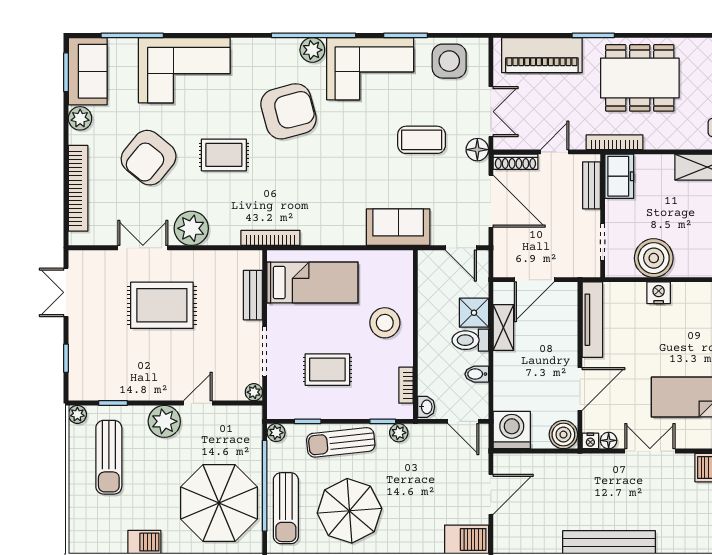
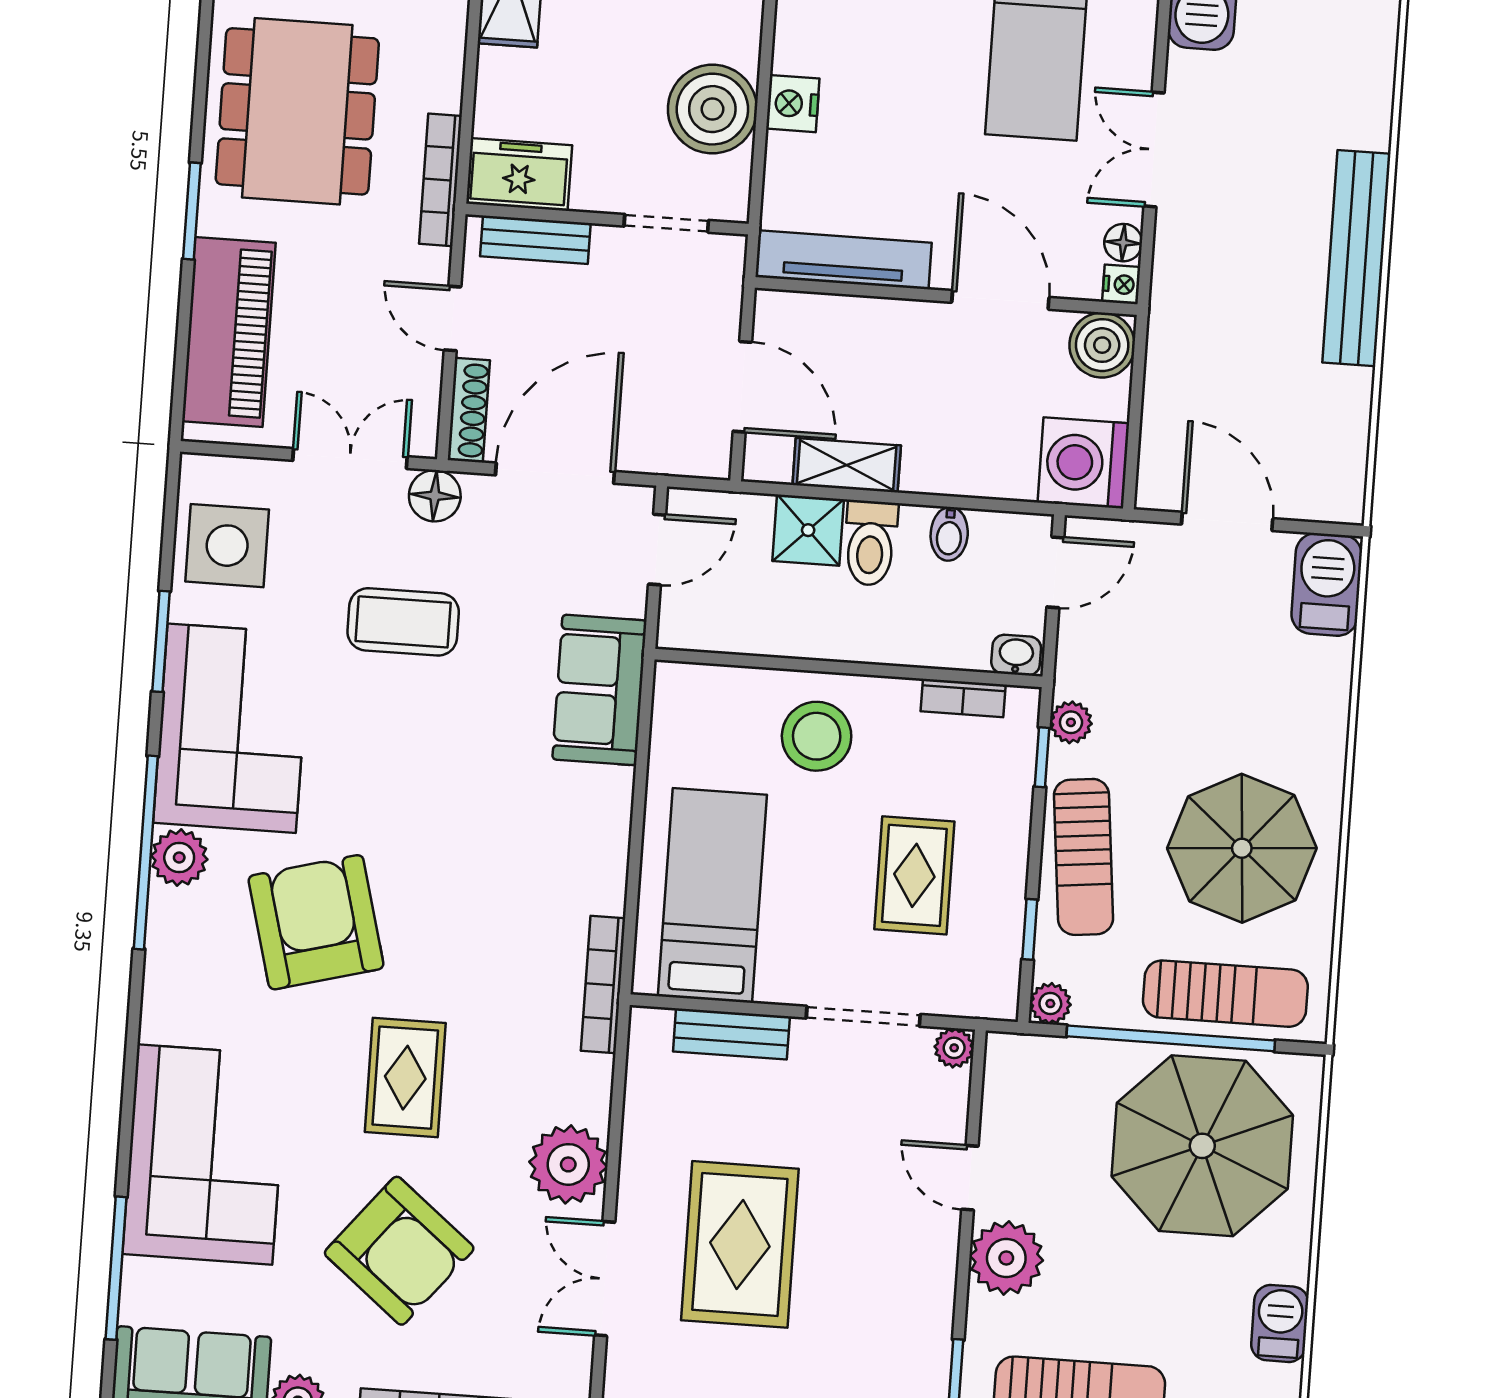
coffee table: (422, 140) -> (403, 622), turned 90

